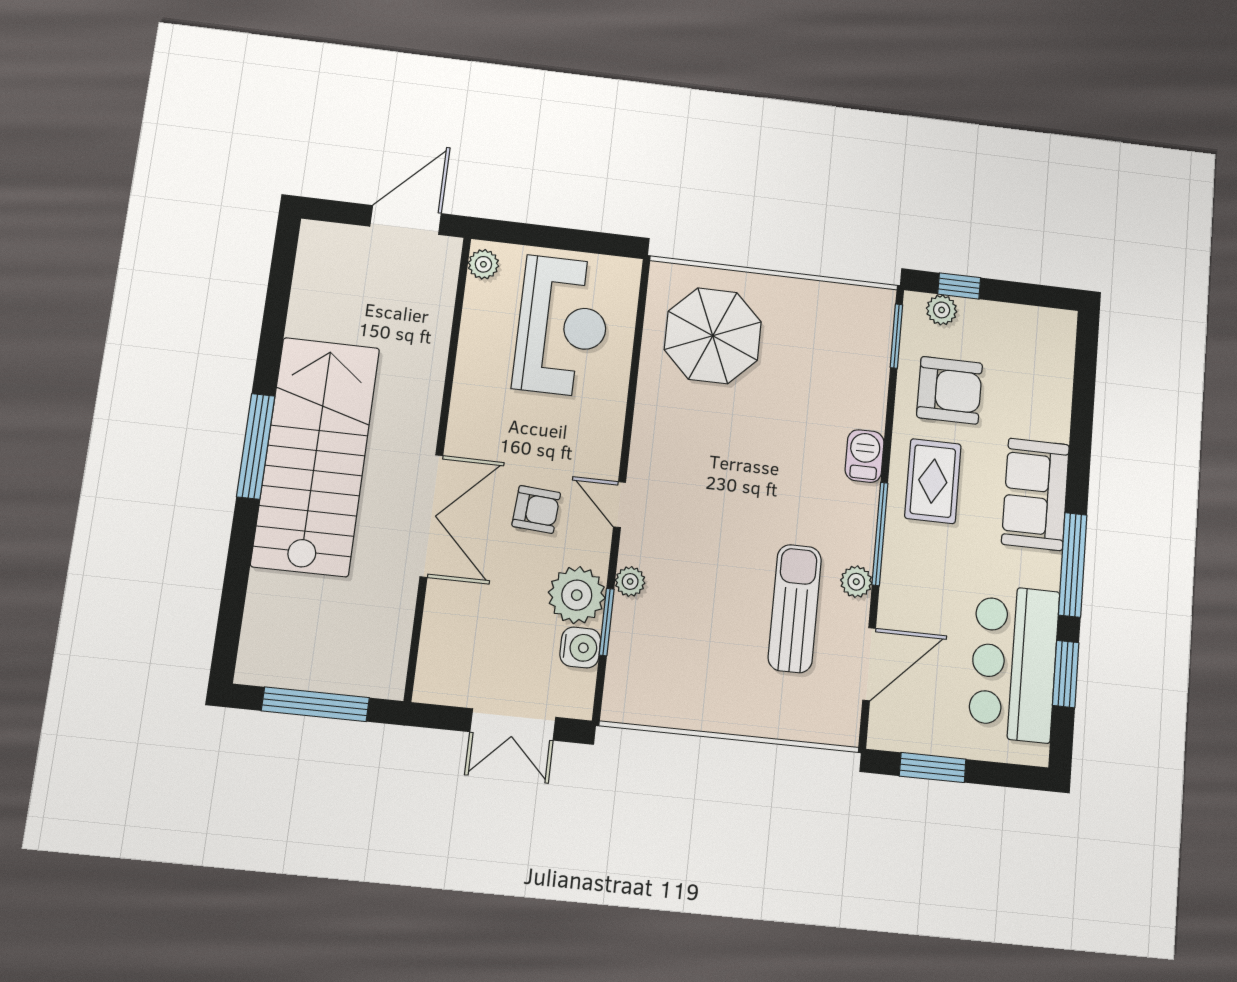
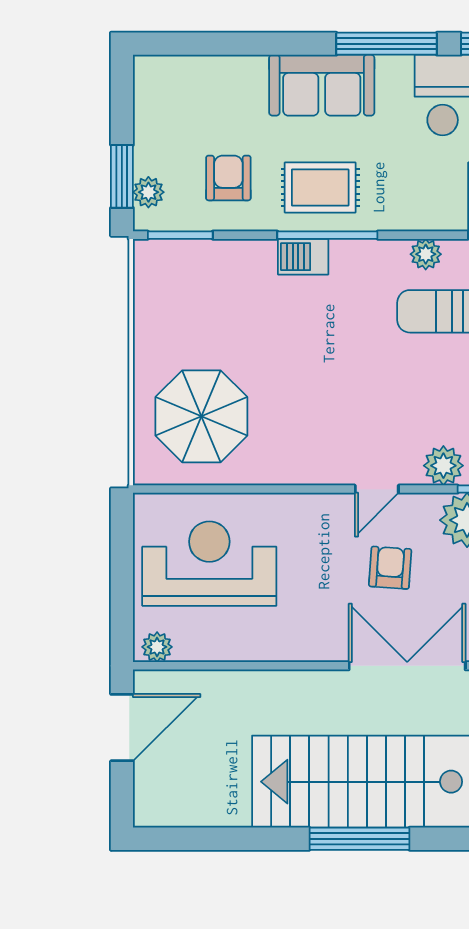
door: (406, 220) -> (122, 728), swing flipped
window: (959, 286) -> (122, 176), width x1.50
armchair: (950, 390) -> (228, 178), width x0.72, depth x0.72
window: (880, 534) -> (327, 235), moved
plant: (630, 581) -> (443, 466), width x1.38, depth x1.38

